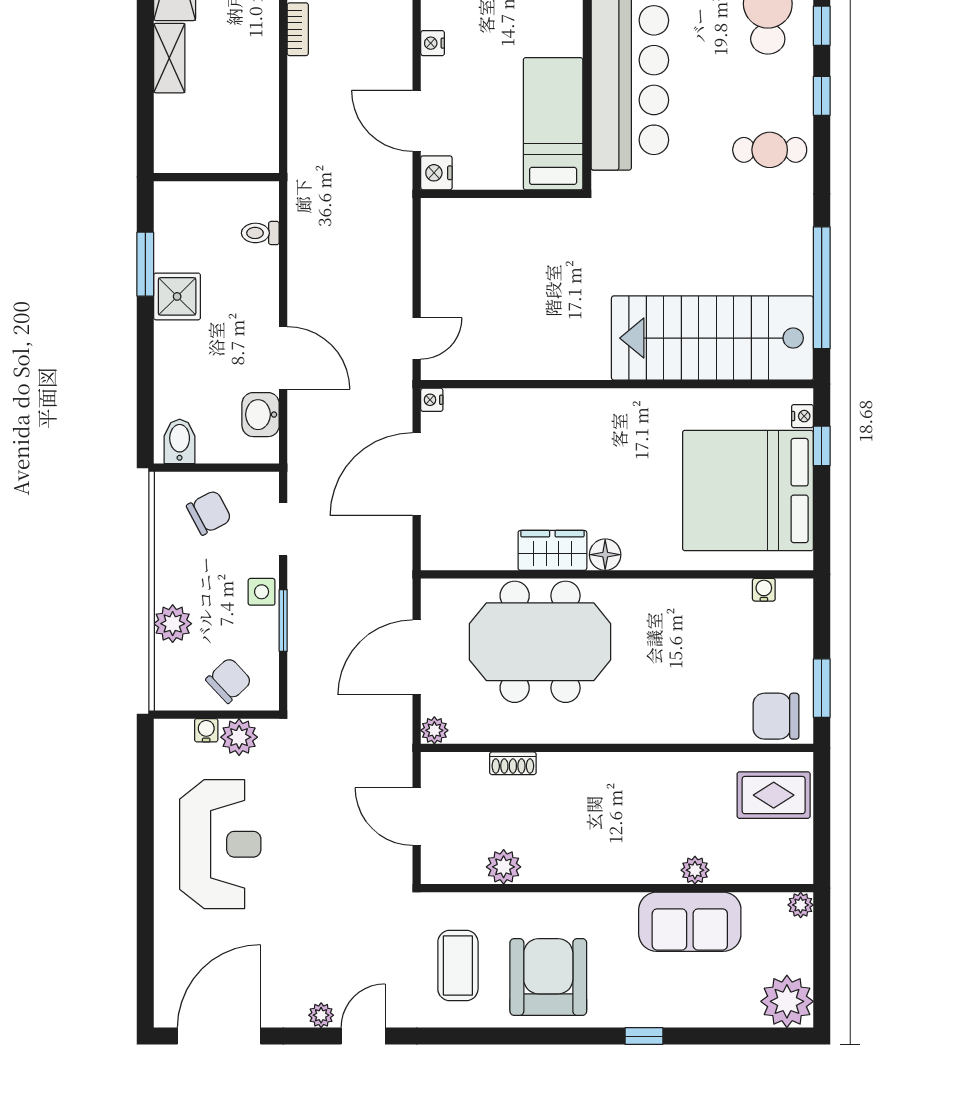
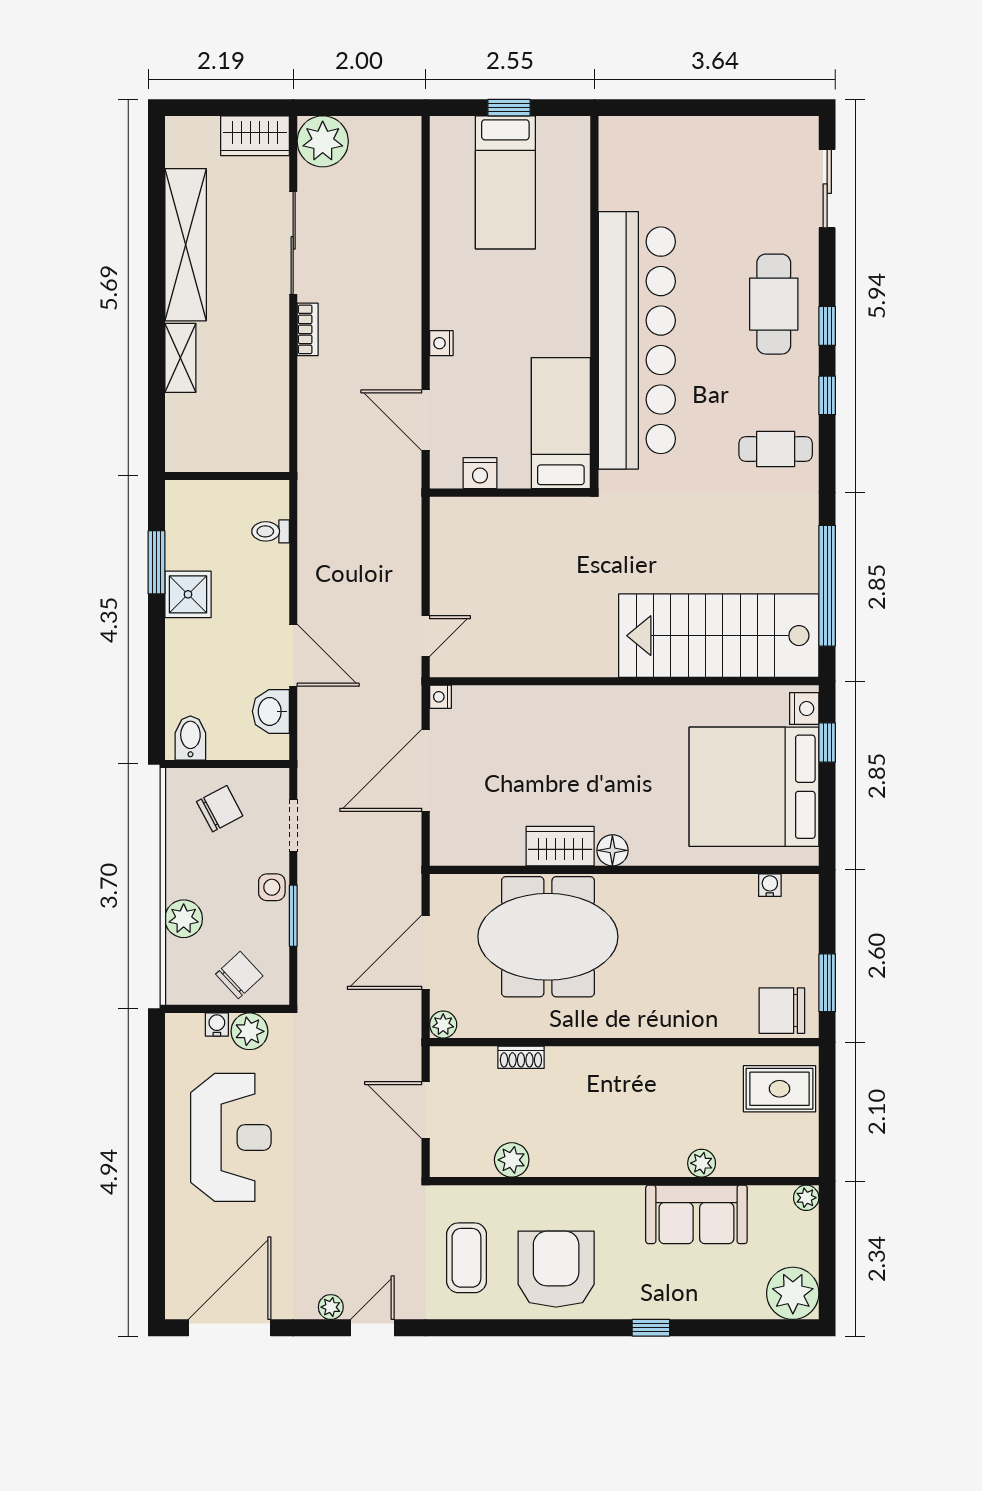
nightstand: (436, 173) -> (480, 473), moved, turned -90
nightstand: (802, 416) -> (804, 709), width x1.39, depth x1.35

